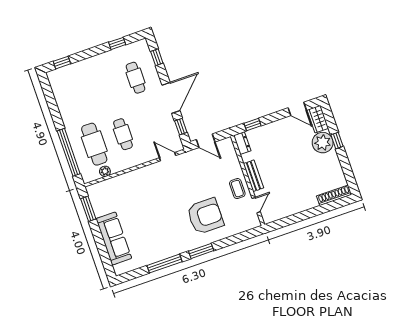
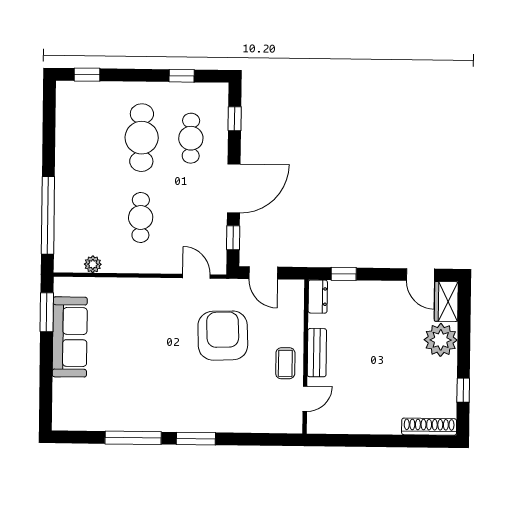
window: (337, 141) -> (463, 390), moved
cafe table: (94, 144) -> (142, 138), moved
armchair: (205, 216) -> (223, 336), moved, turned -92
sofa: (114, 238) -> (70, 337), moved

